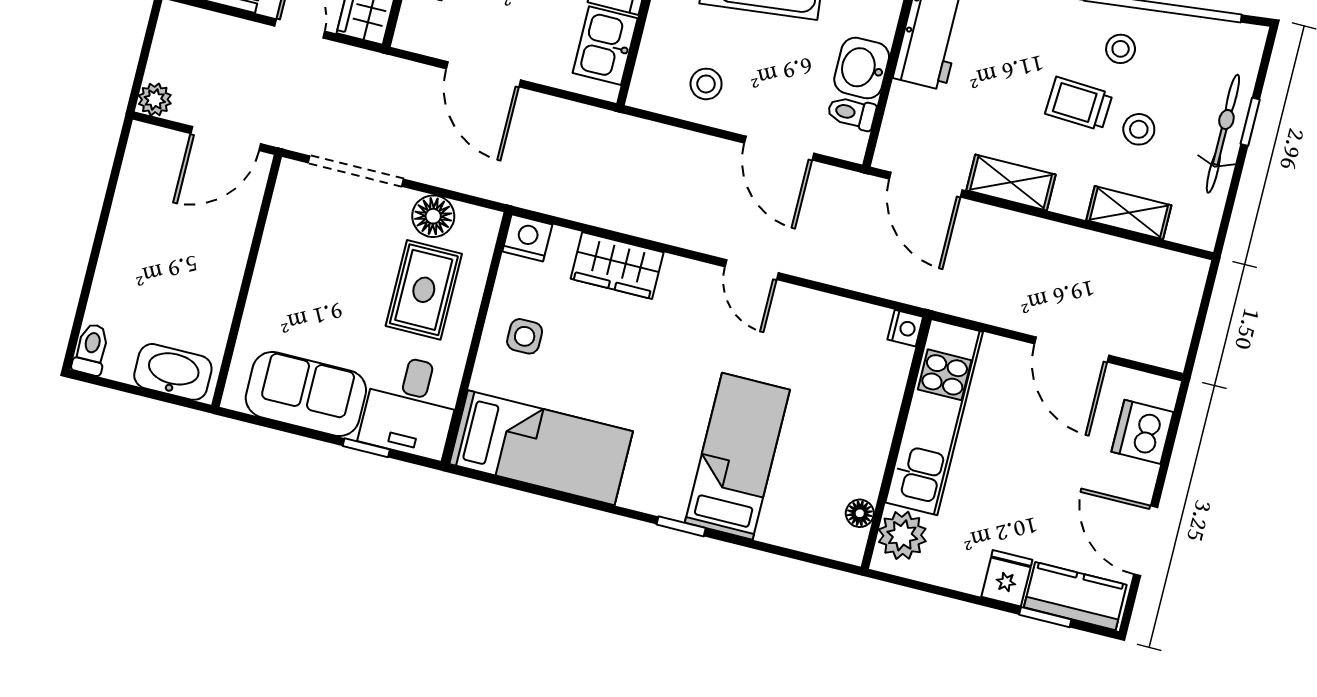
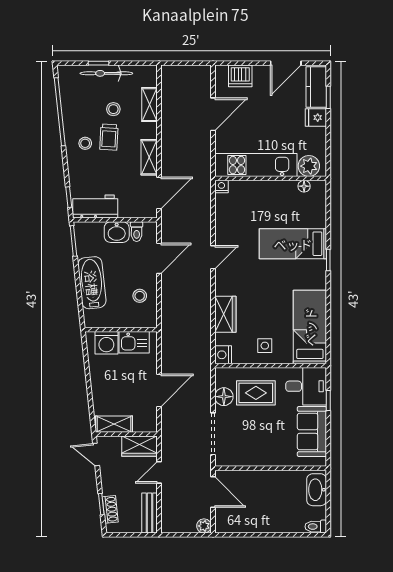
stool: (1121, 49) -> (85, 143), moved

